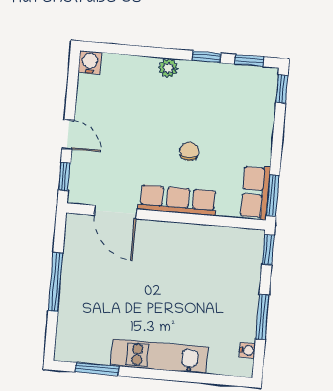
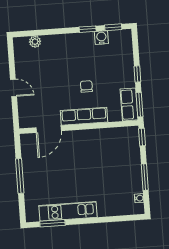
water cooler: (90, 62) -> (101, 38), moved
plant: (168, 68) -> (35, 42), moved
window: (282, 89) -> (137, 74), moved
window: (64, 176) -> (15, 113), removed
door: (116, 212) -> (49, 129), hinge flipped
kitchen unit: (159, 356) -> (68, 211), moved

